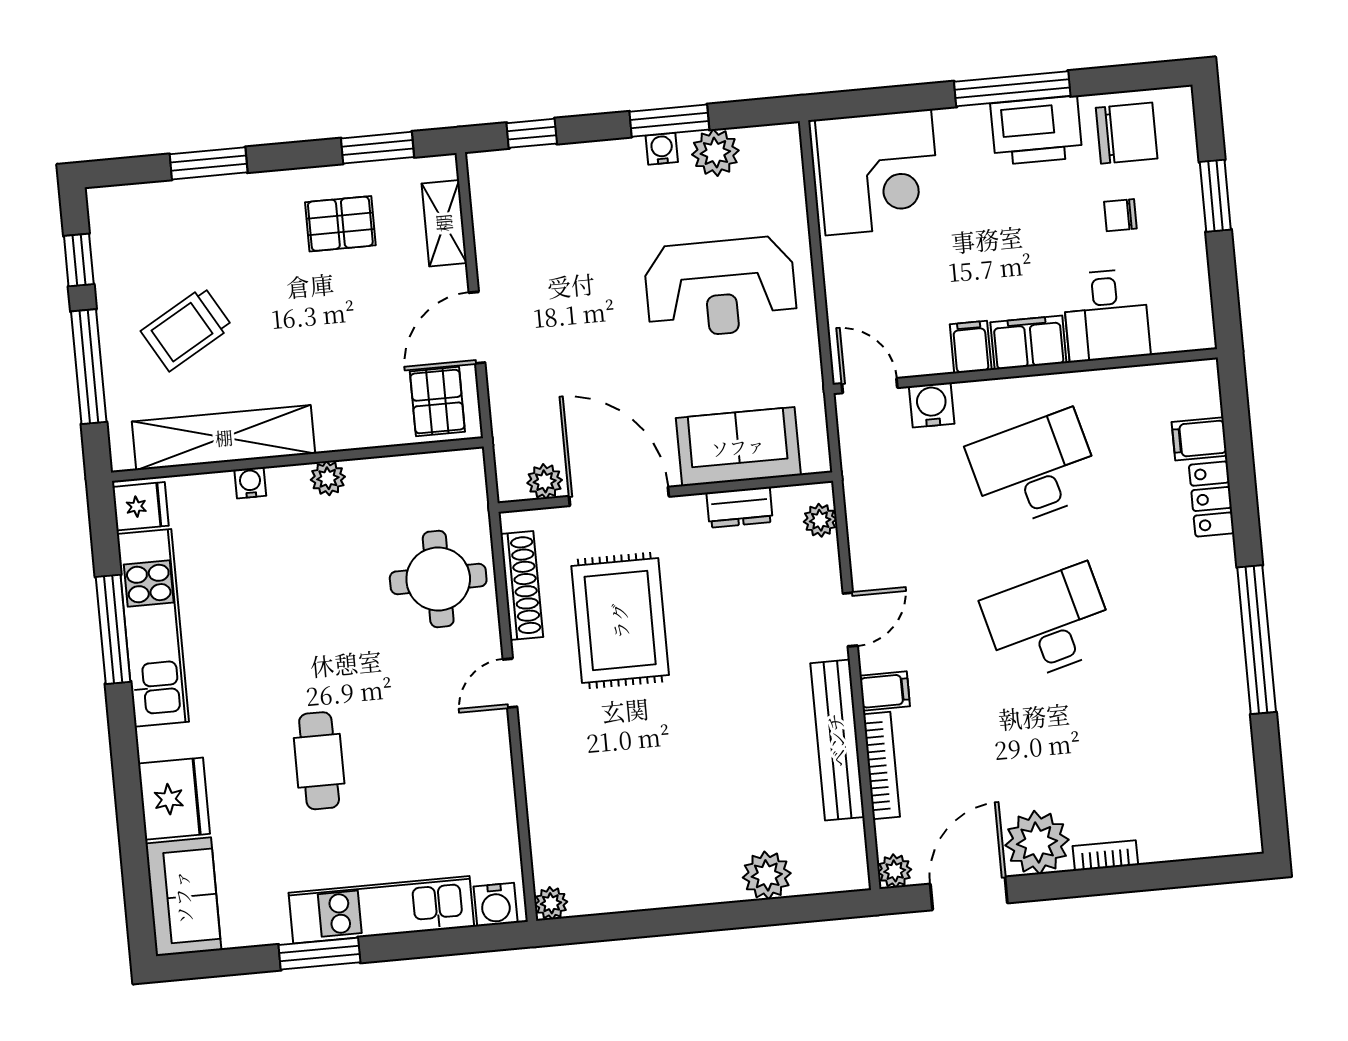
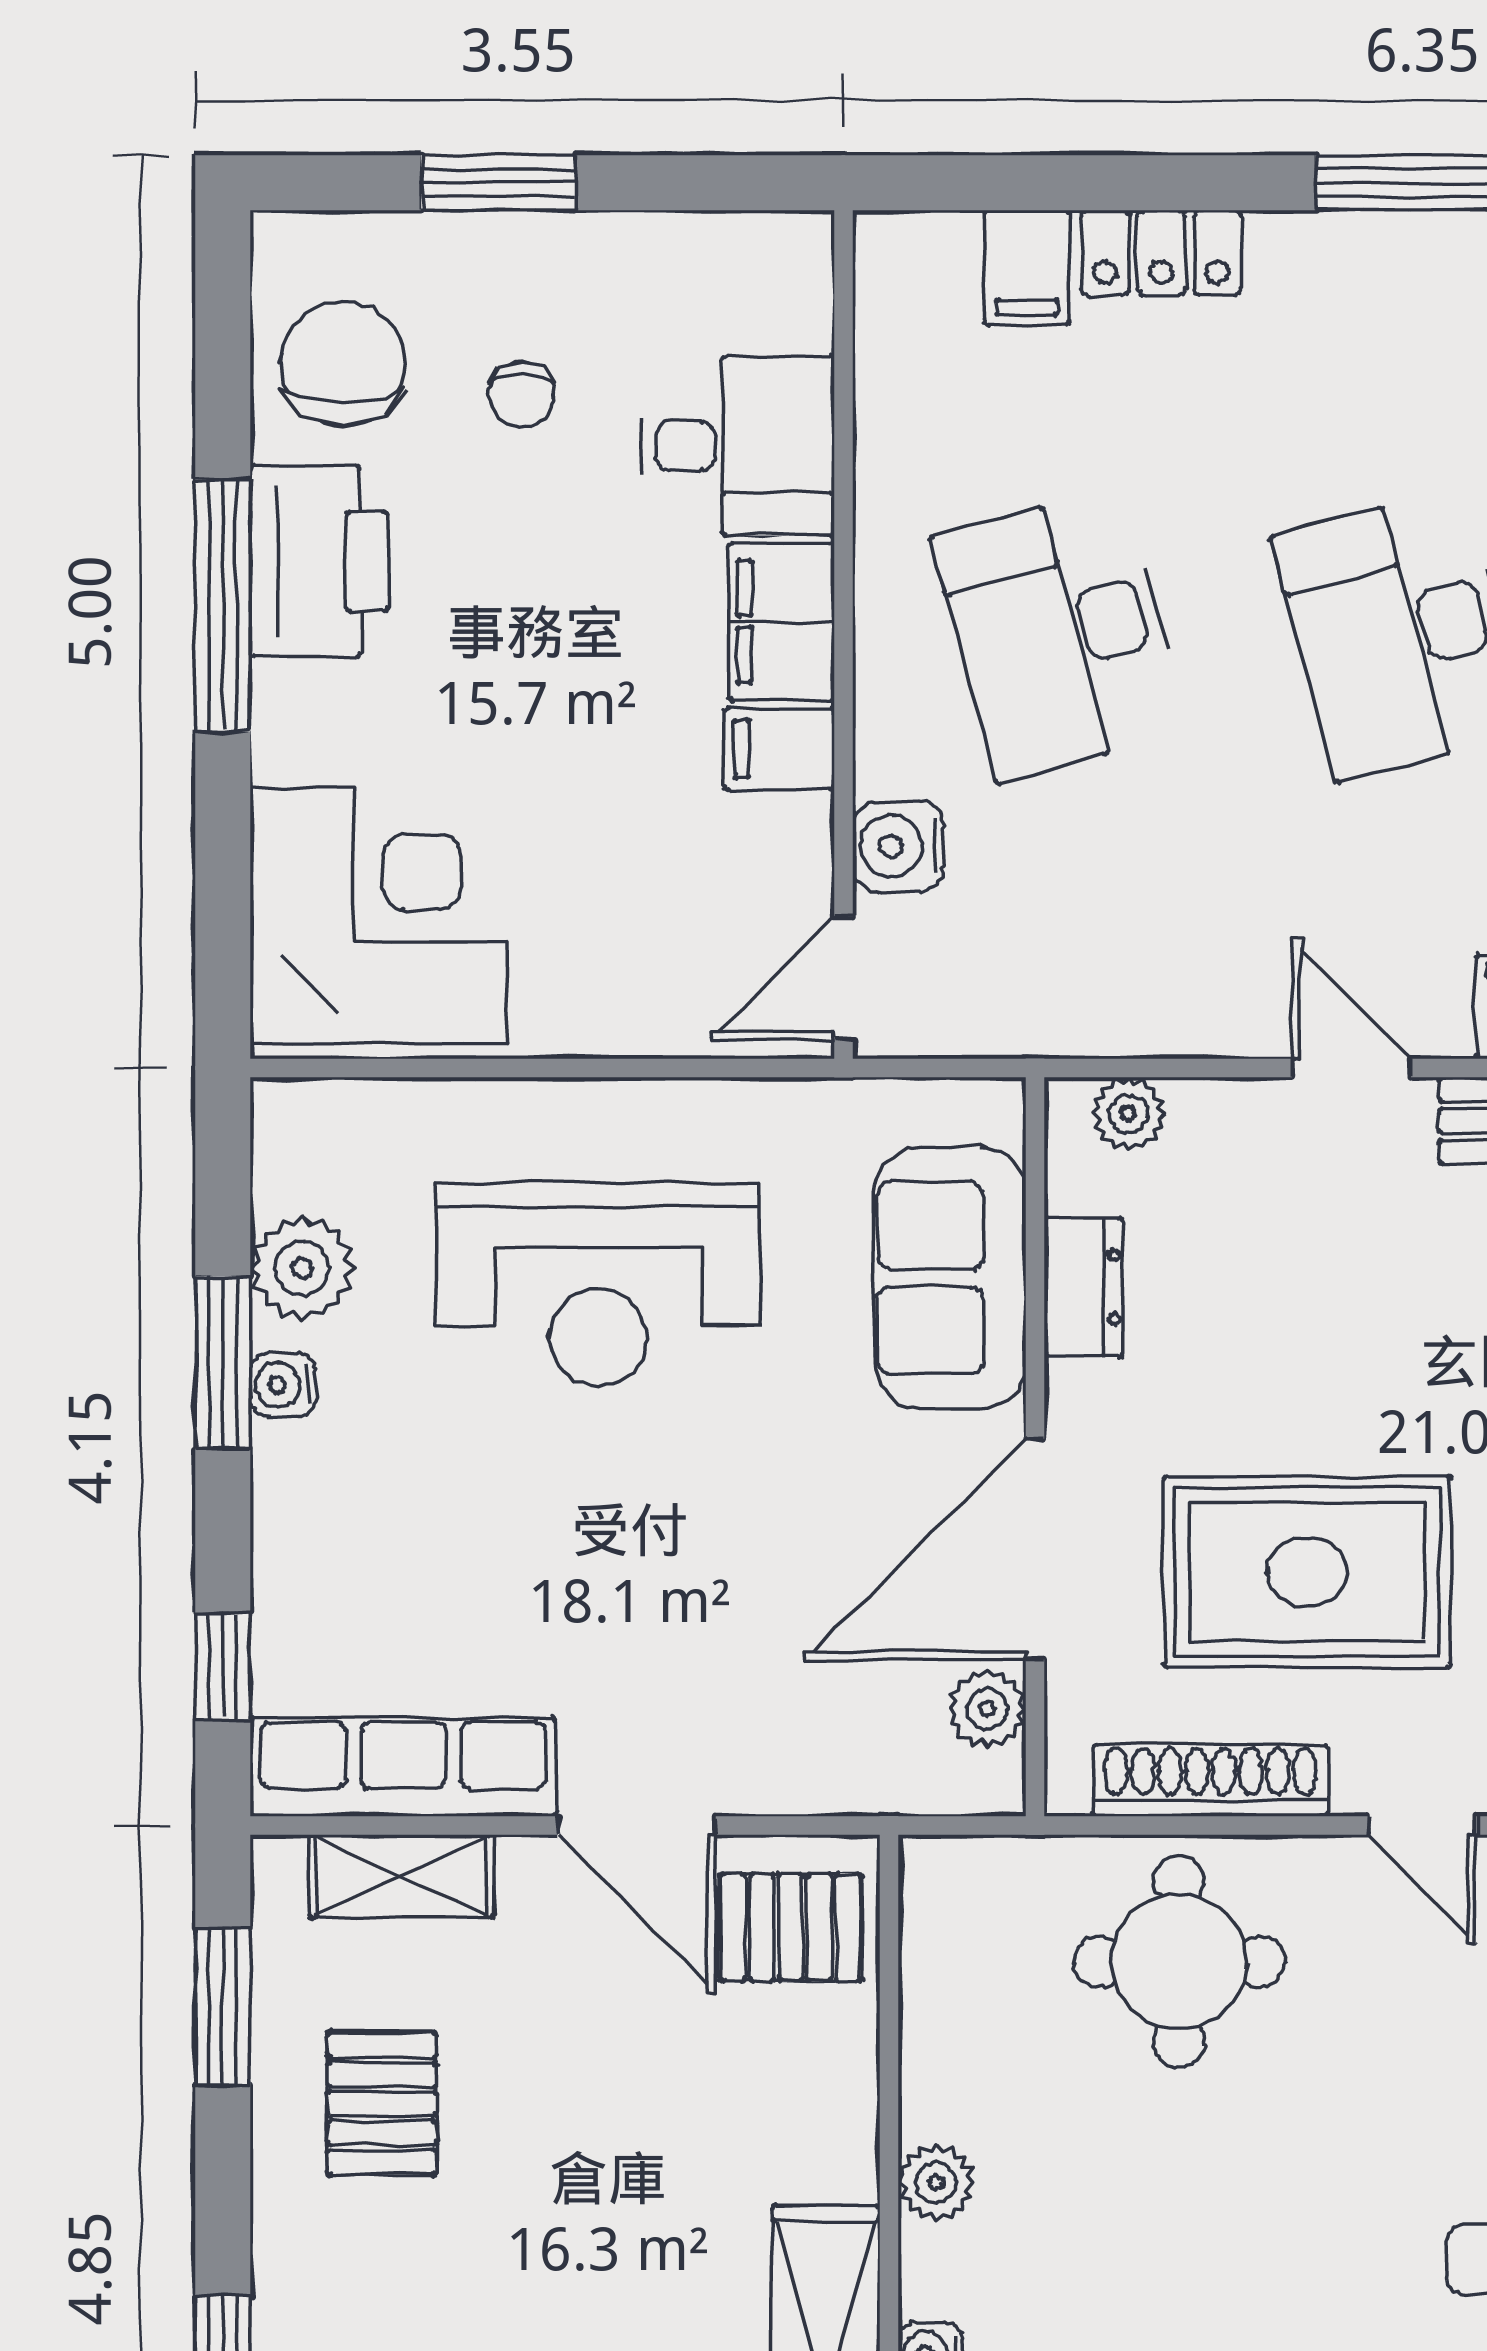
row of seats: (494, 219) -> (403, 1767), added
reception desk: (720, 287) -> (598, 1285), turned 90

